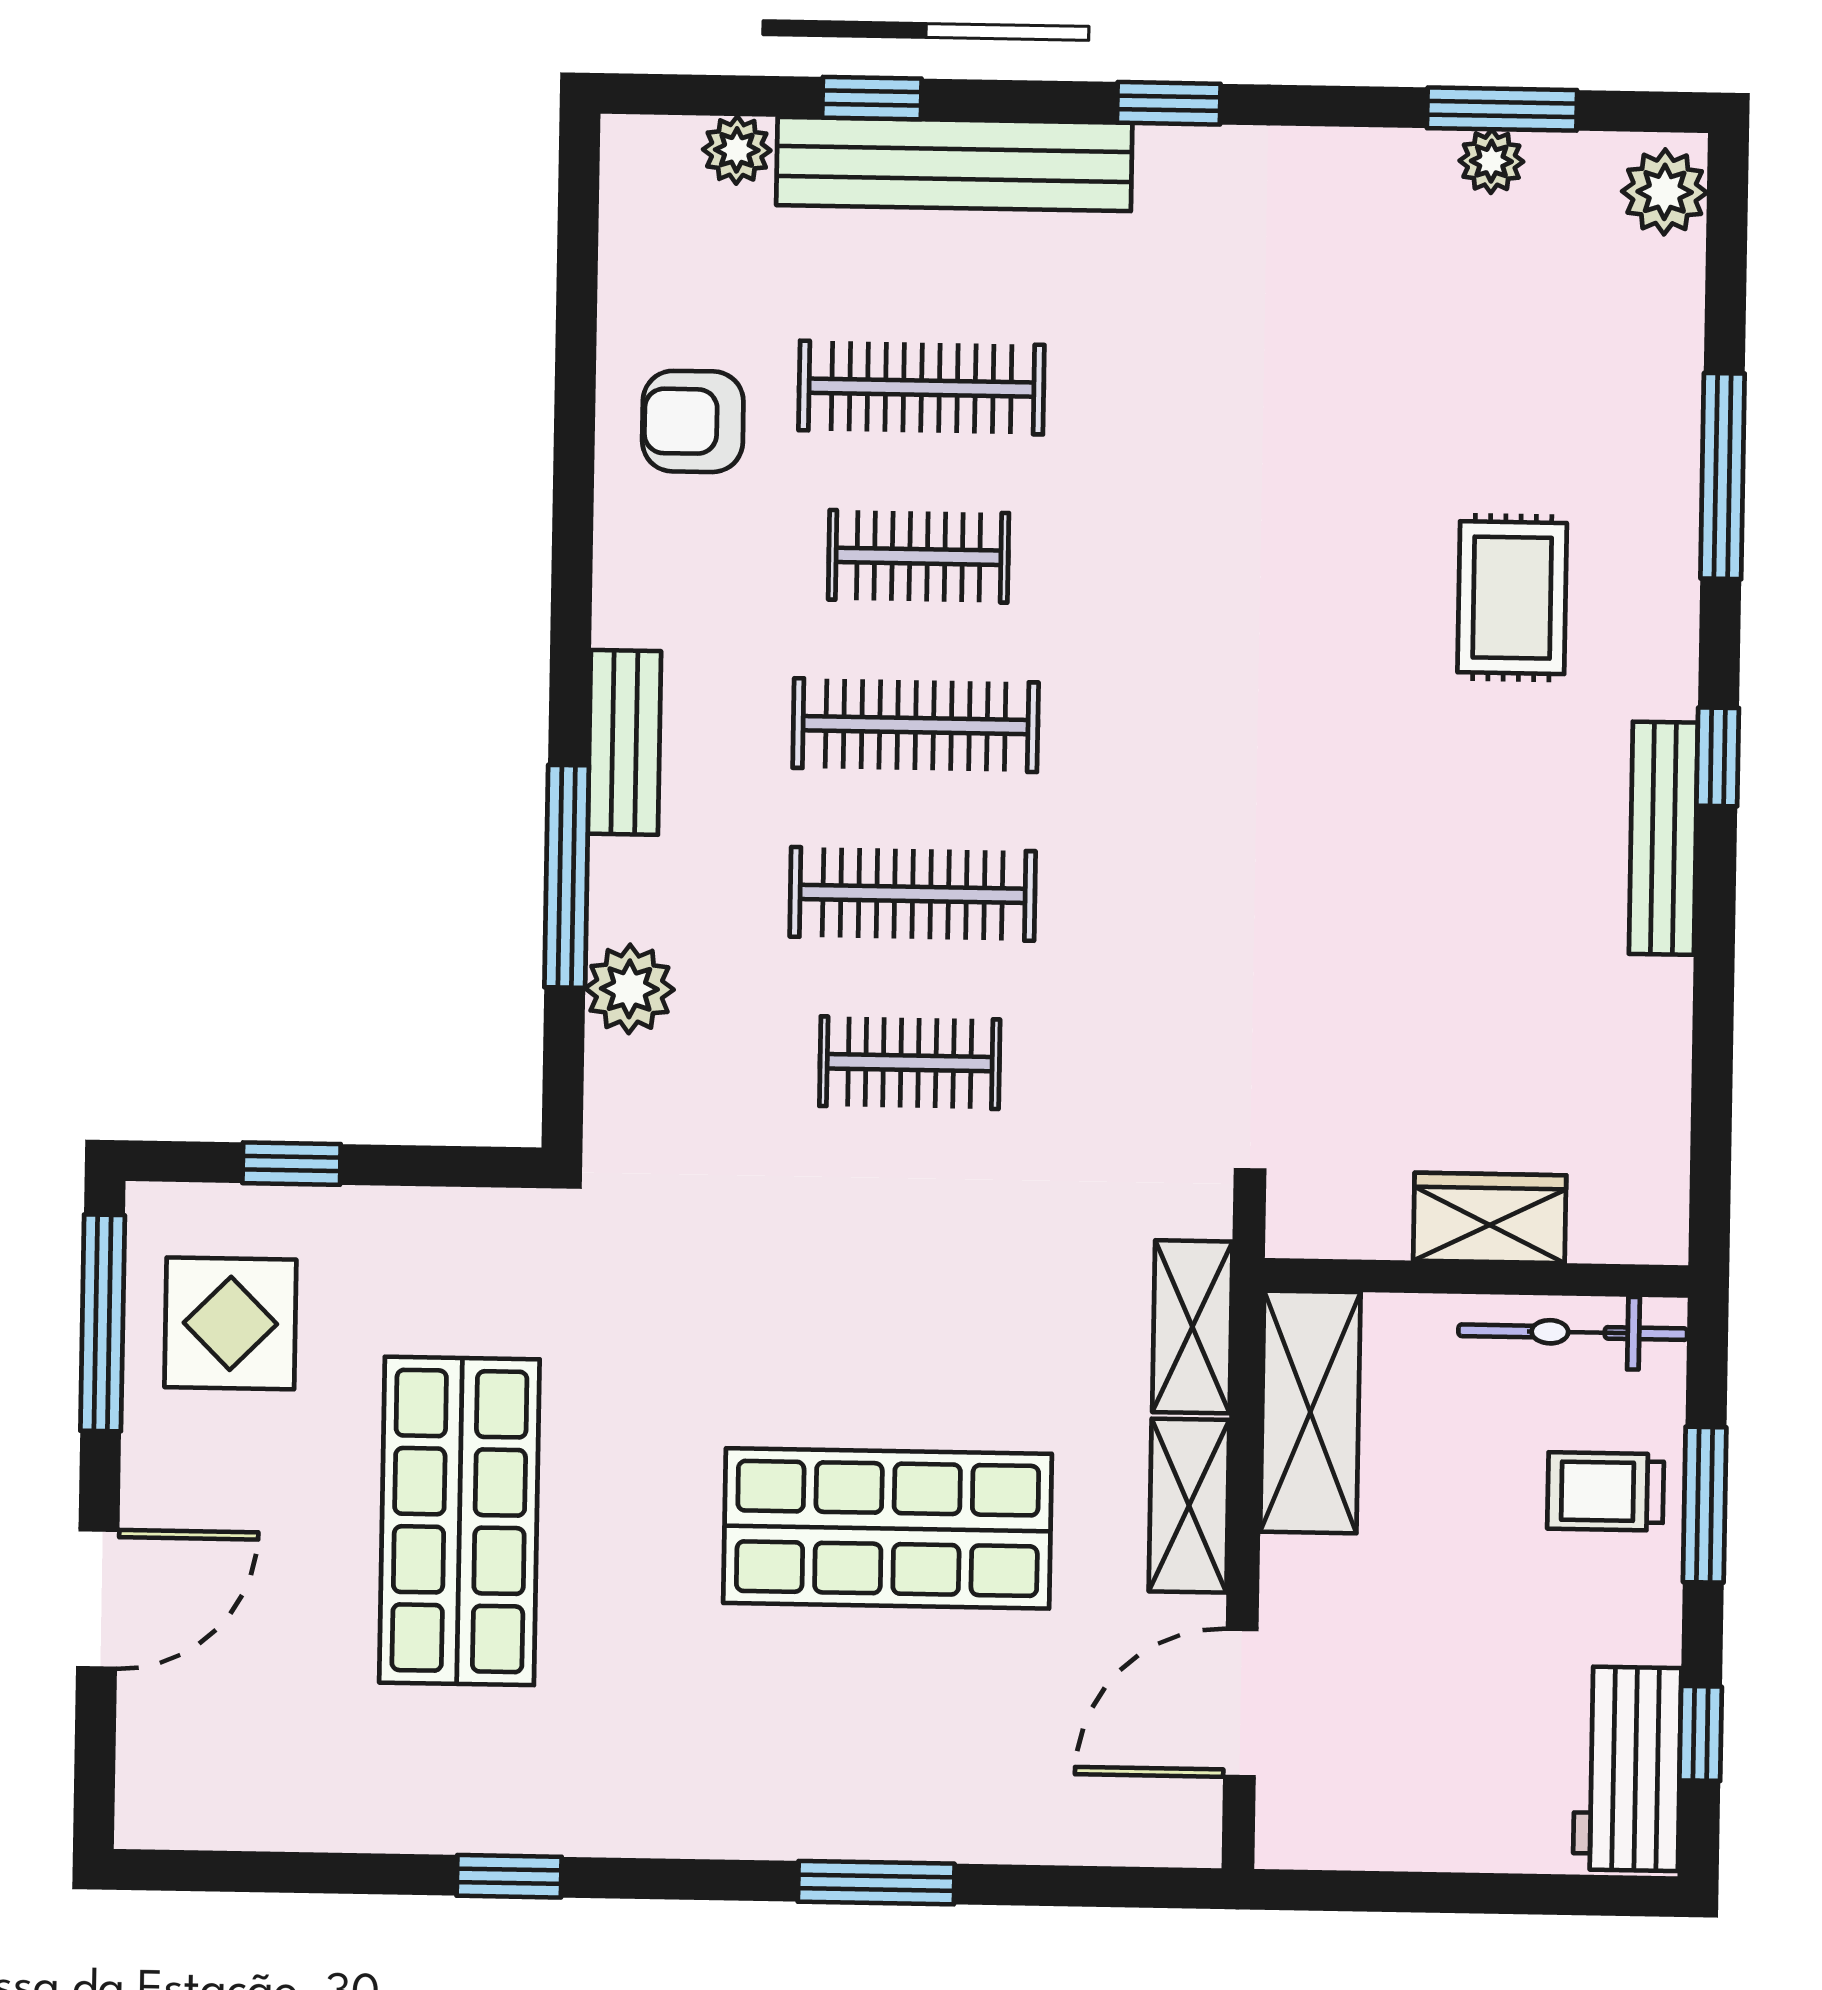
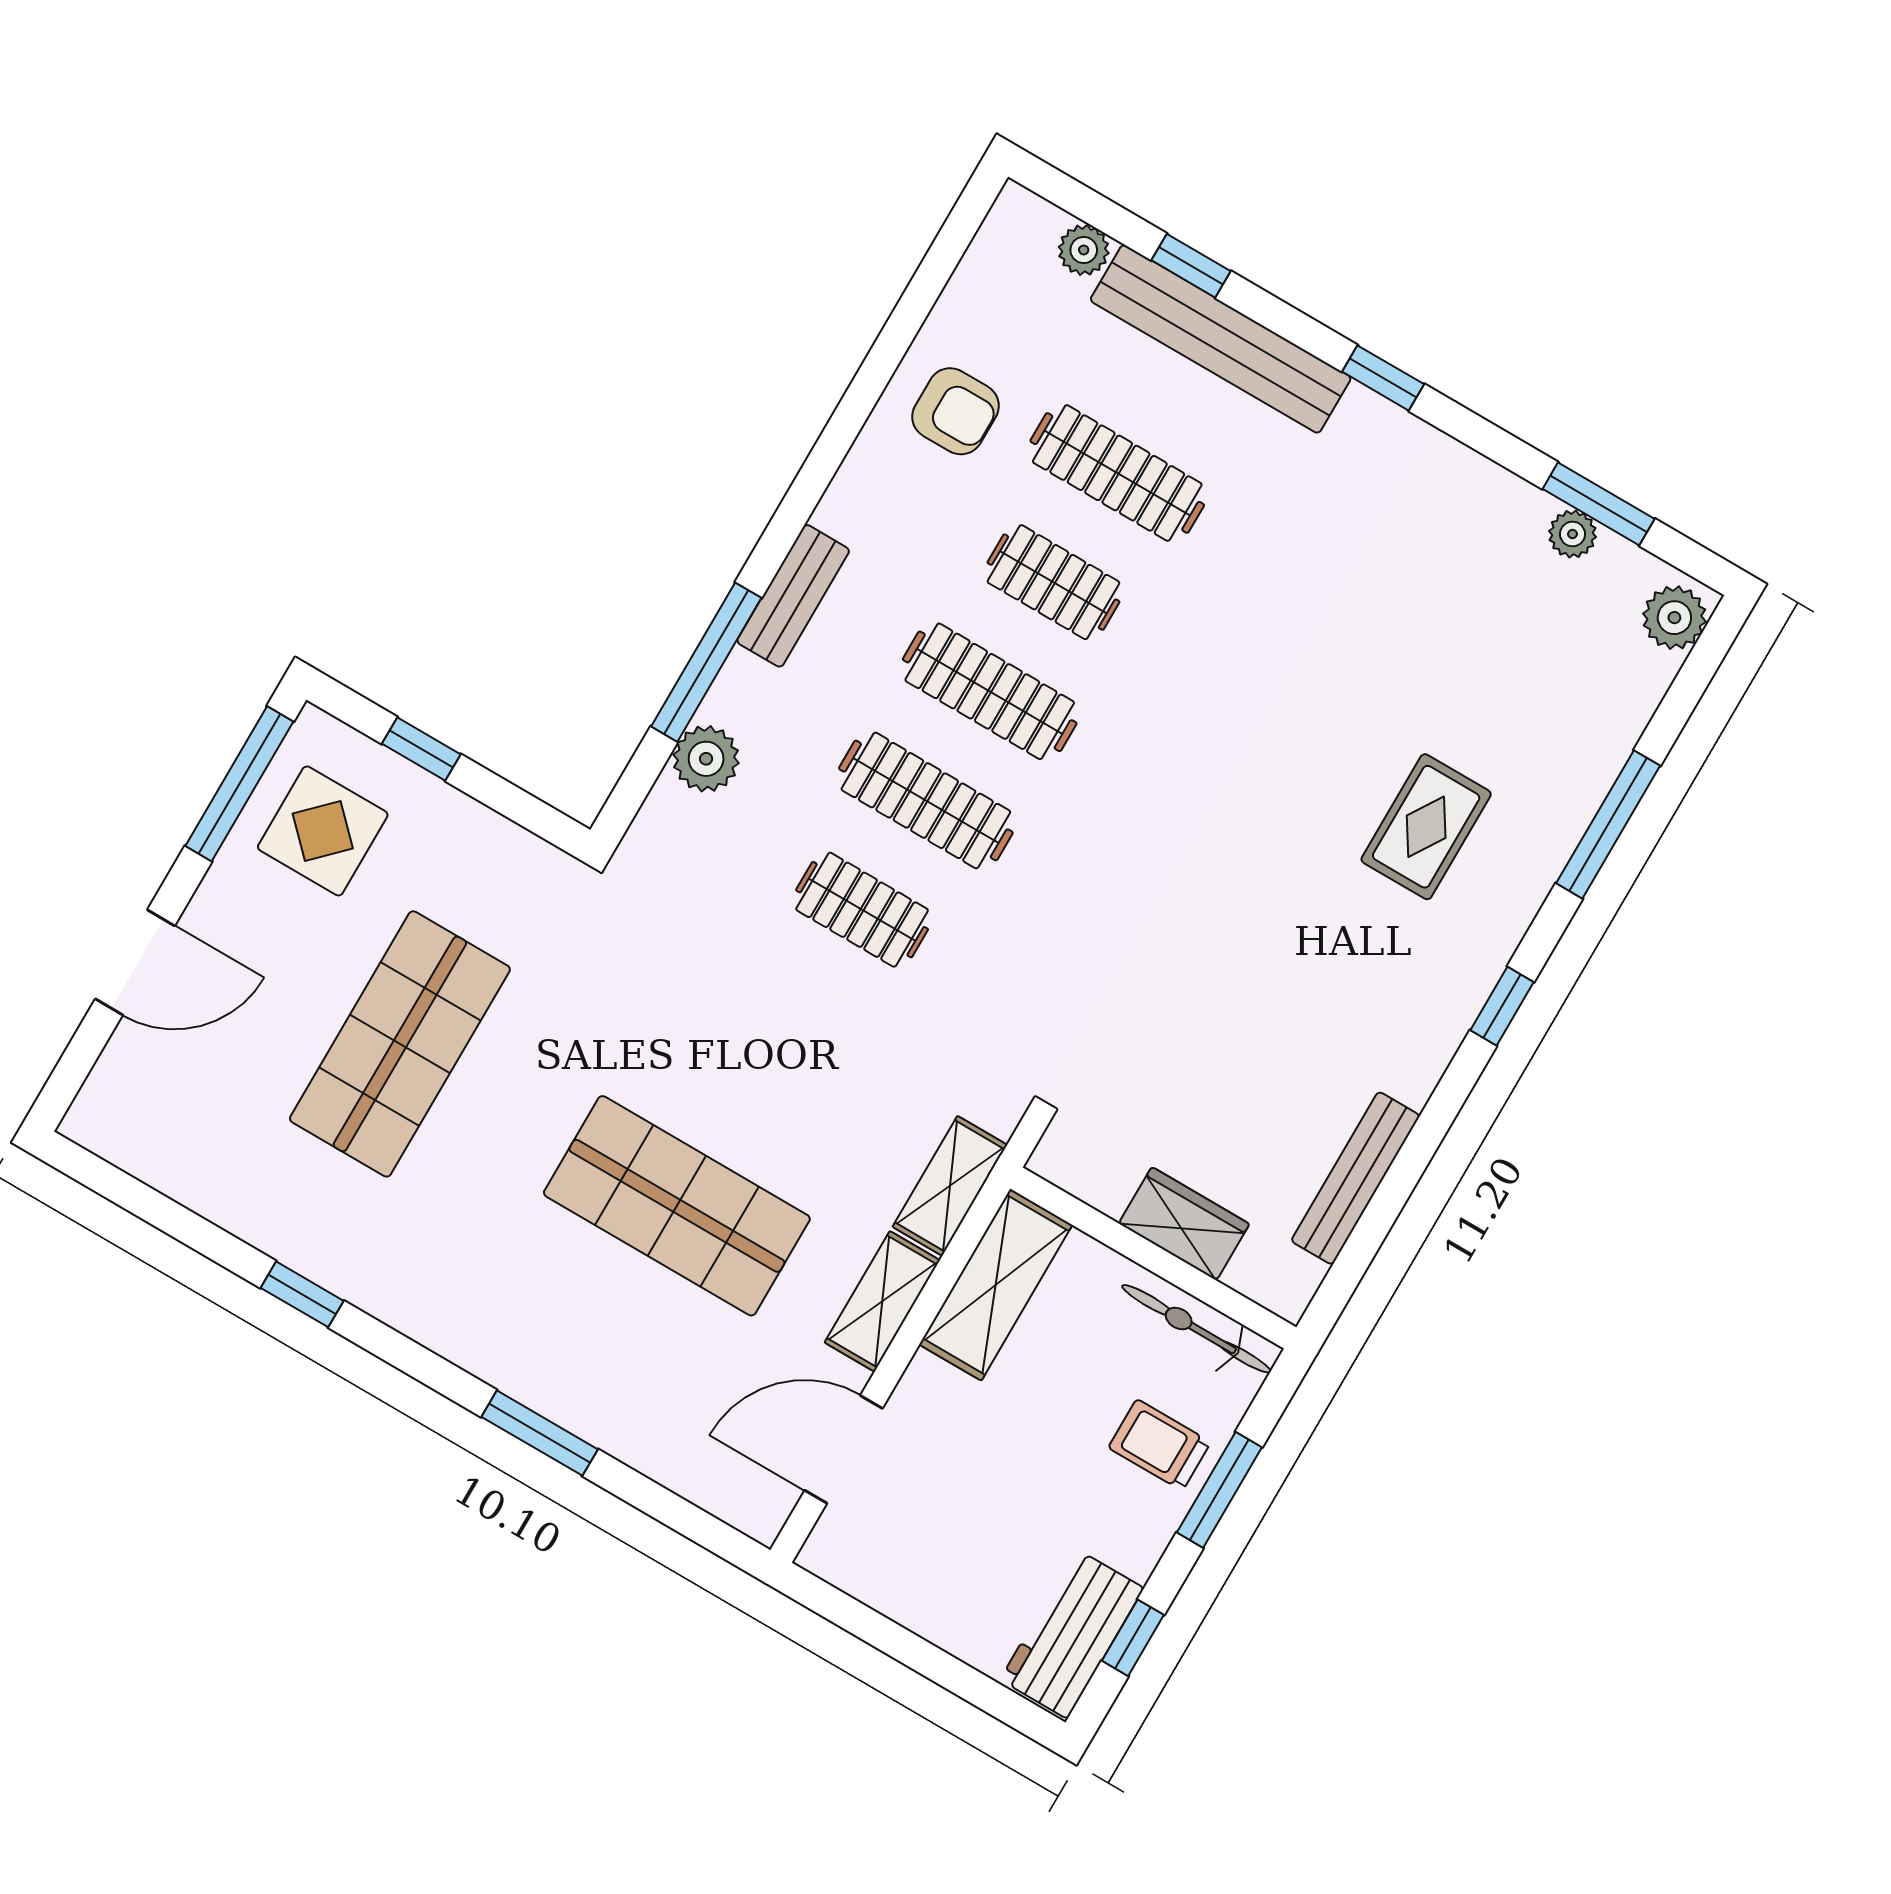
armchair: (693, 421) -> (956, 411), turned 180
bench: (1663, 838) -> (1356, 1178), moved

